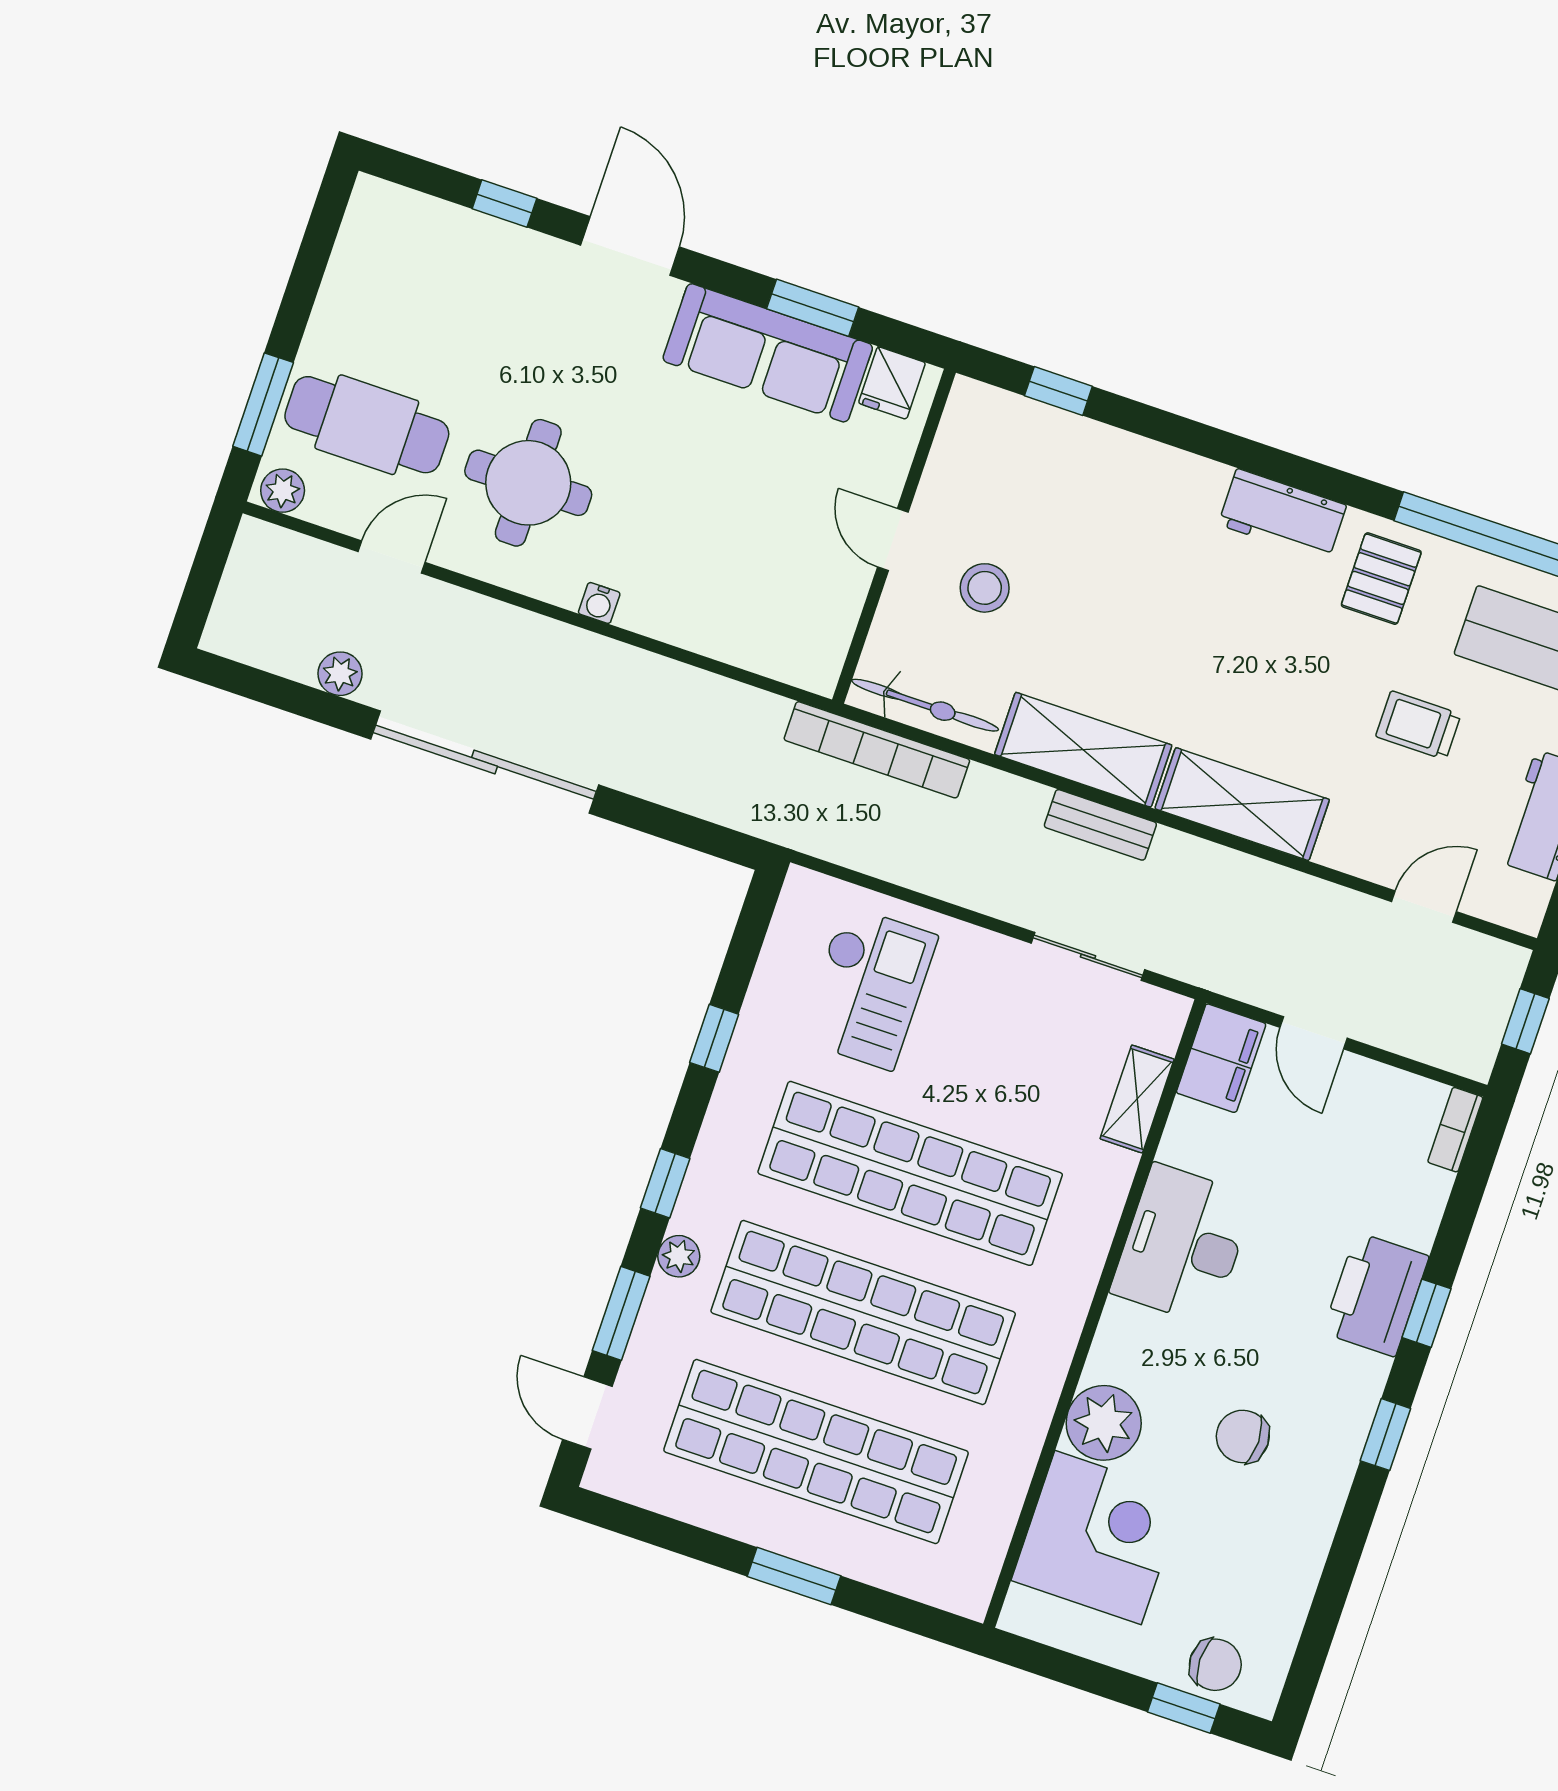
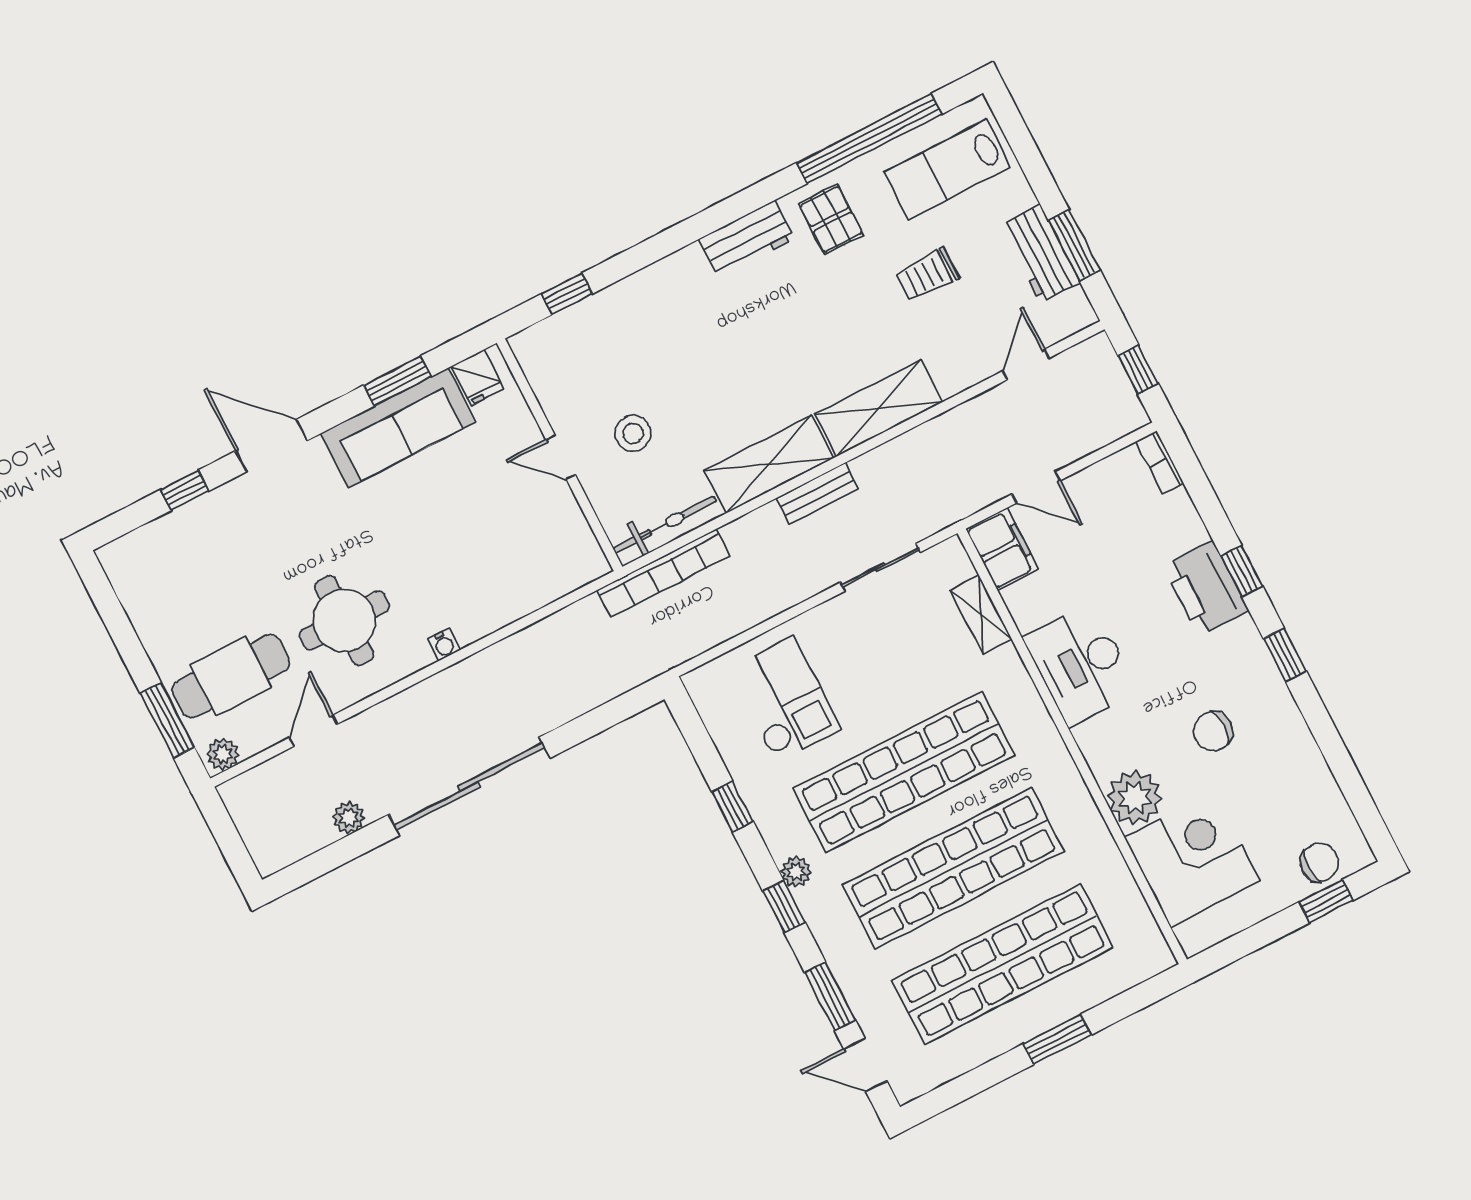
plant: (679, 1256) -> (796, 872), moved

